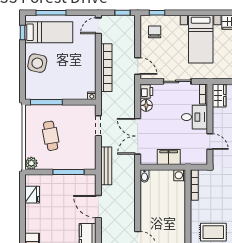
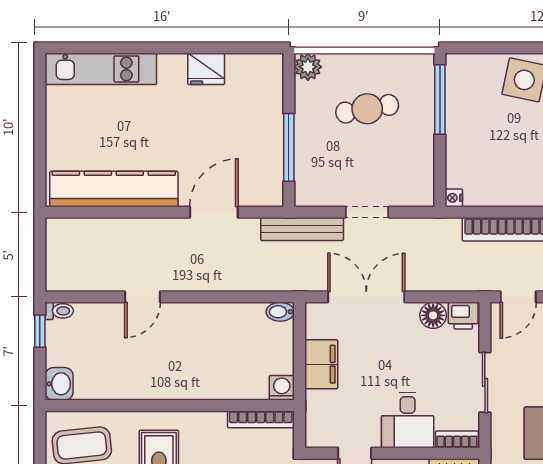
doorway: (98, 126) -> (367, 212), moved
fridge: (32, 195) -> (206, 69), moved

